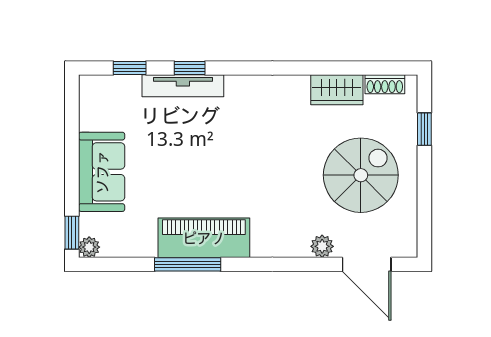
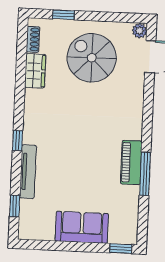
window: (190, 68) -> (18, 141), moved
piano: (204, 238) -> (131, 162), width x0.73, depth x0.75
plant: (322, 246) -> (140, 31), moved
plant: (89, 247) -> (131, 238), removed

